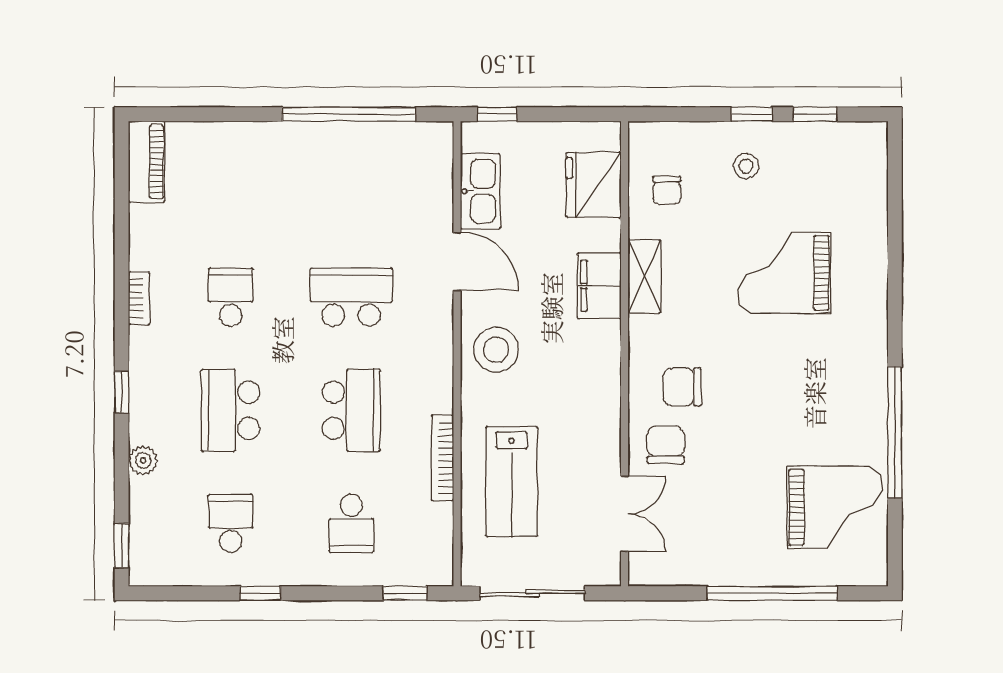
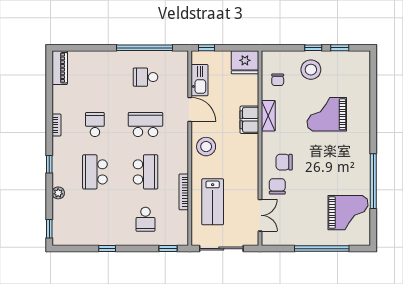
stool: (746, 166) -> (311, 70), width x1.89, depth x1.89
fridge: (594, 185) -> (245, 62), moved, turned -90
school desk: (231, 523) -> (145, 77), moved, turned -90

